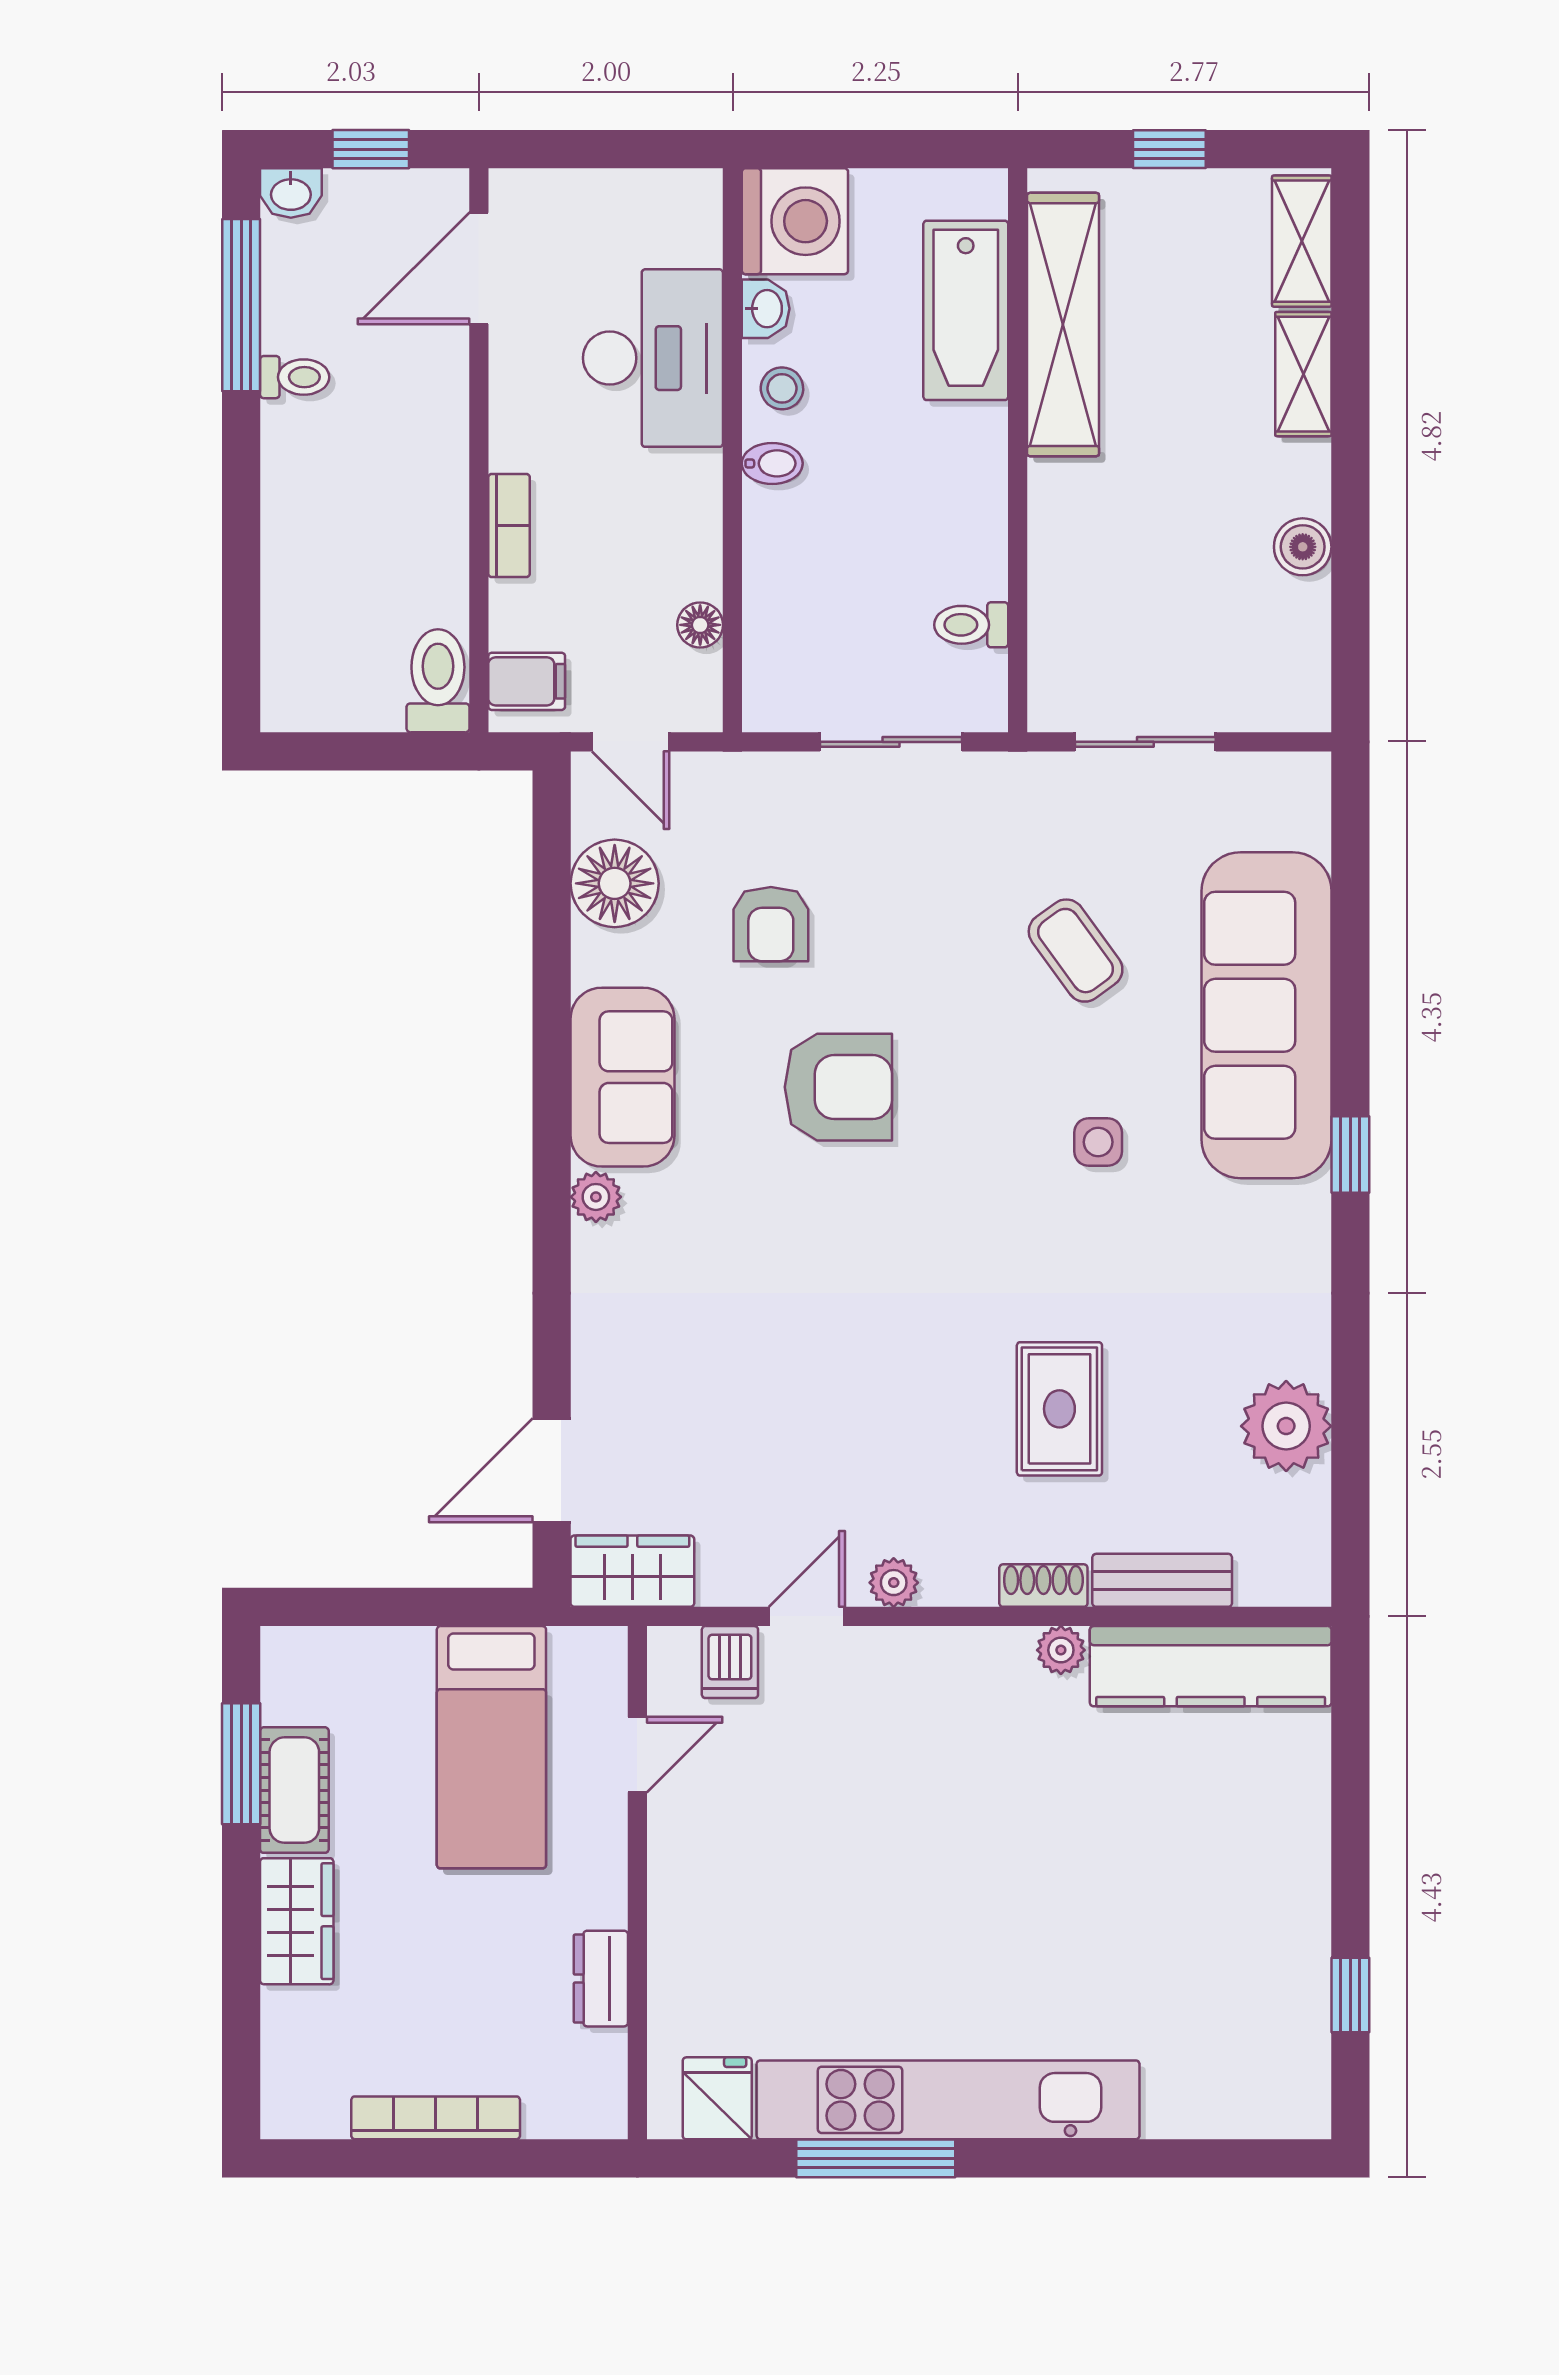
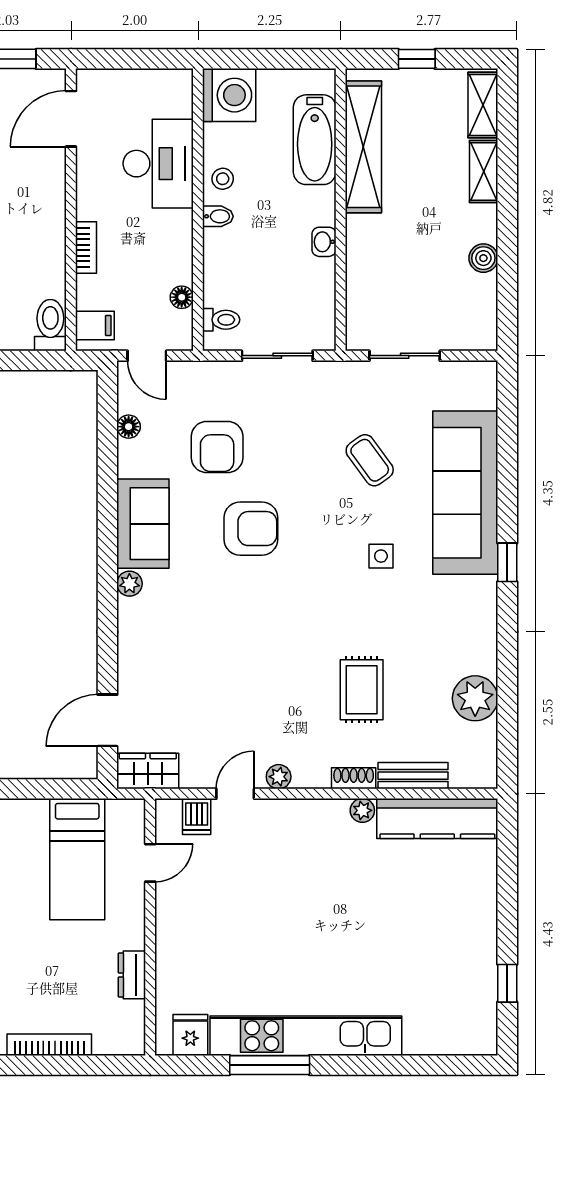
washbasin: (766, 309) -> (324, 242), moved, turned 180
toilet: (971, 625) -> (221, 320), moved, turned 180
floor lamp: (615, 883) -> (129, 427), width x0.53, depth x0.53
armchair: (771, 924) -> (217, 447), width x1.38, depth x1.38

